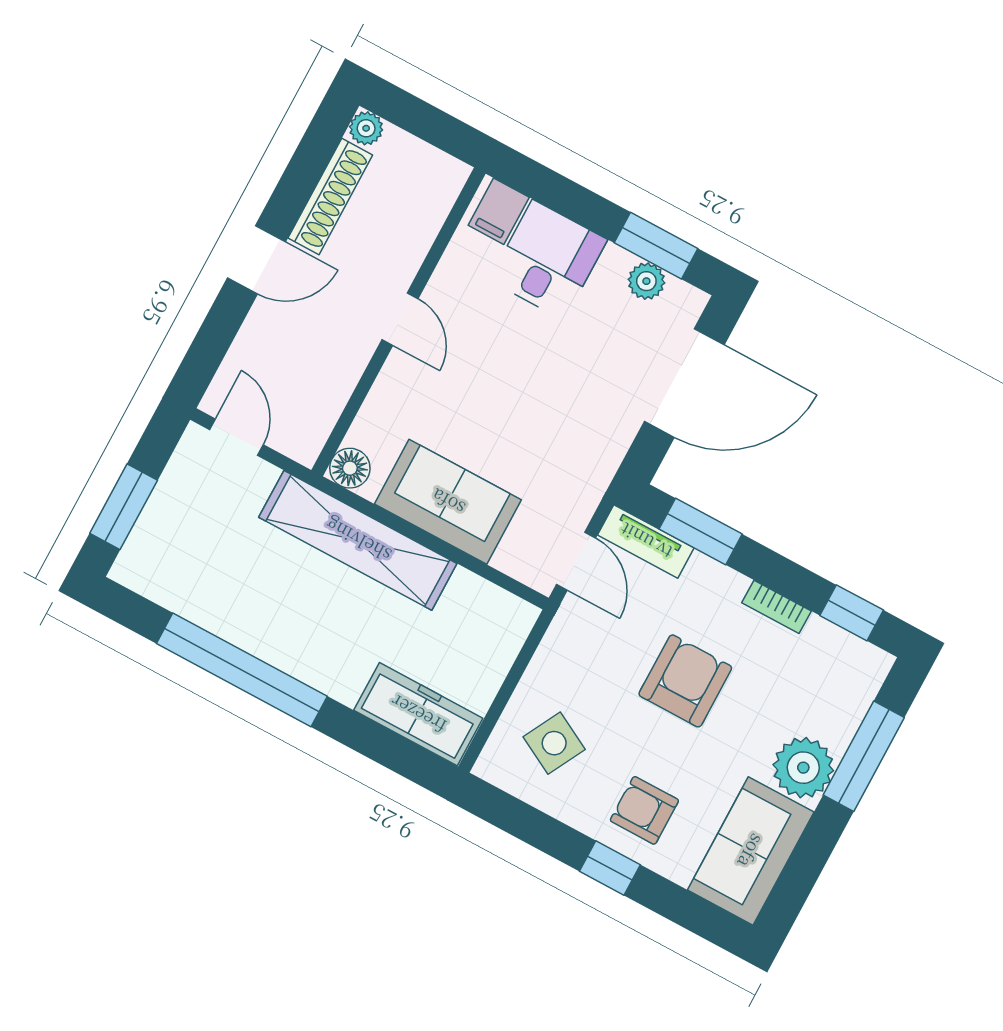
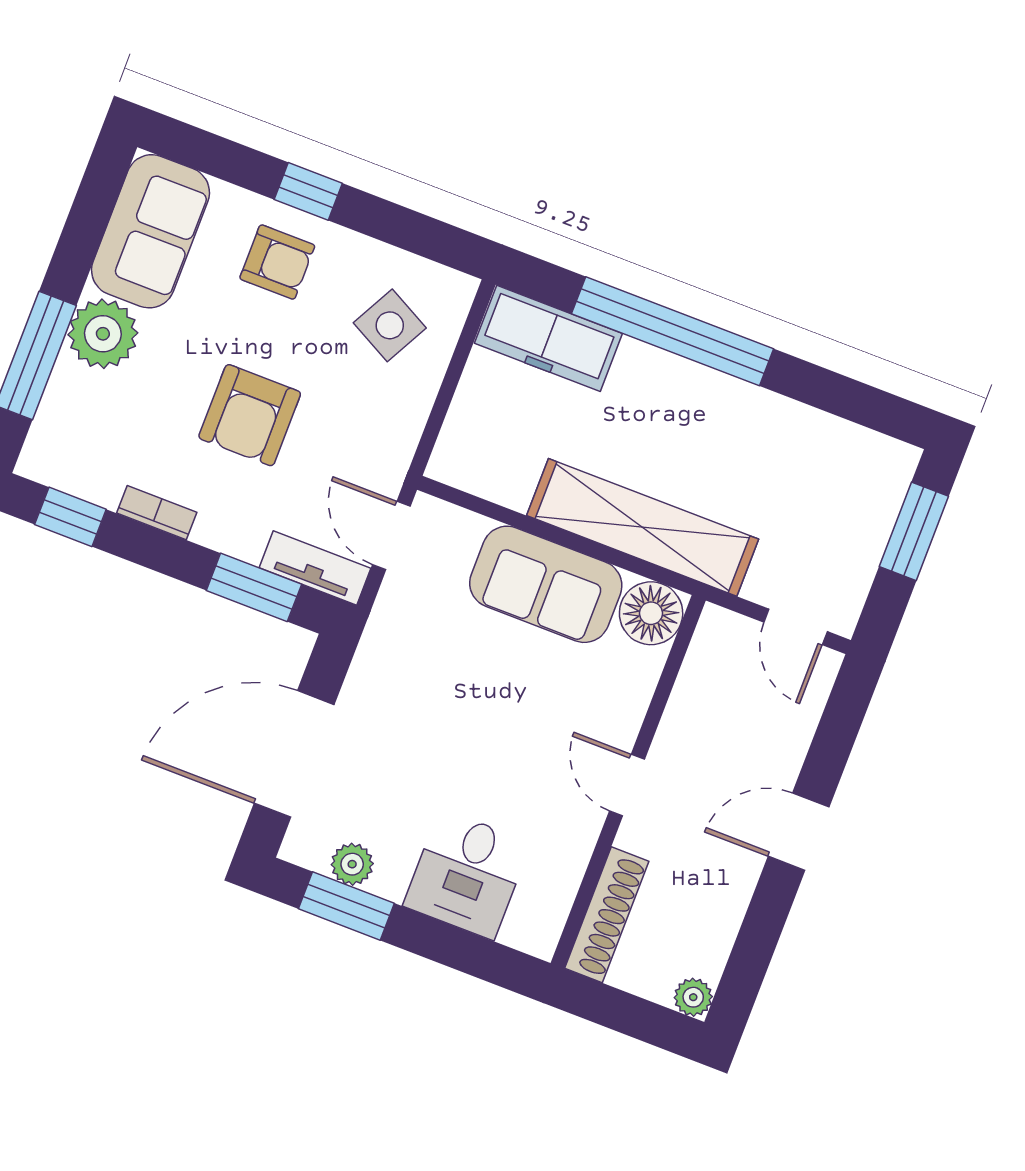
shoe rack: (330, 197) -> (607, 915), moved, turned 180
filing cabinet: (499, 211) -> (530, 922), removed
floor lamp: (350, 468) -> (651, 613), width x1.38, depth x1.38
window: (242, 670) -> (673, 331), moved

